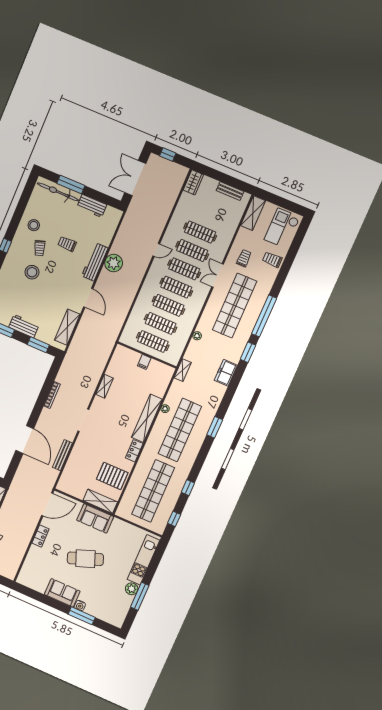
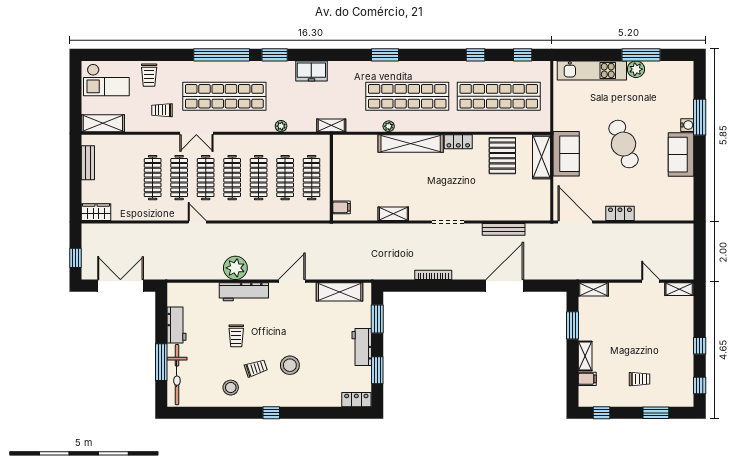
double door: (135, 178) -> (120, 286), swing flipped
filing cabinet: (144, 362) -> (341, 207), moved

